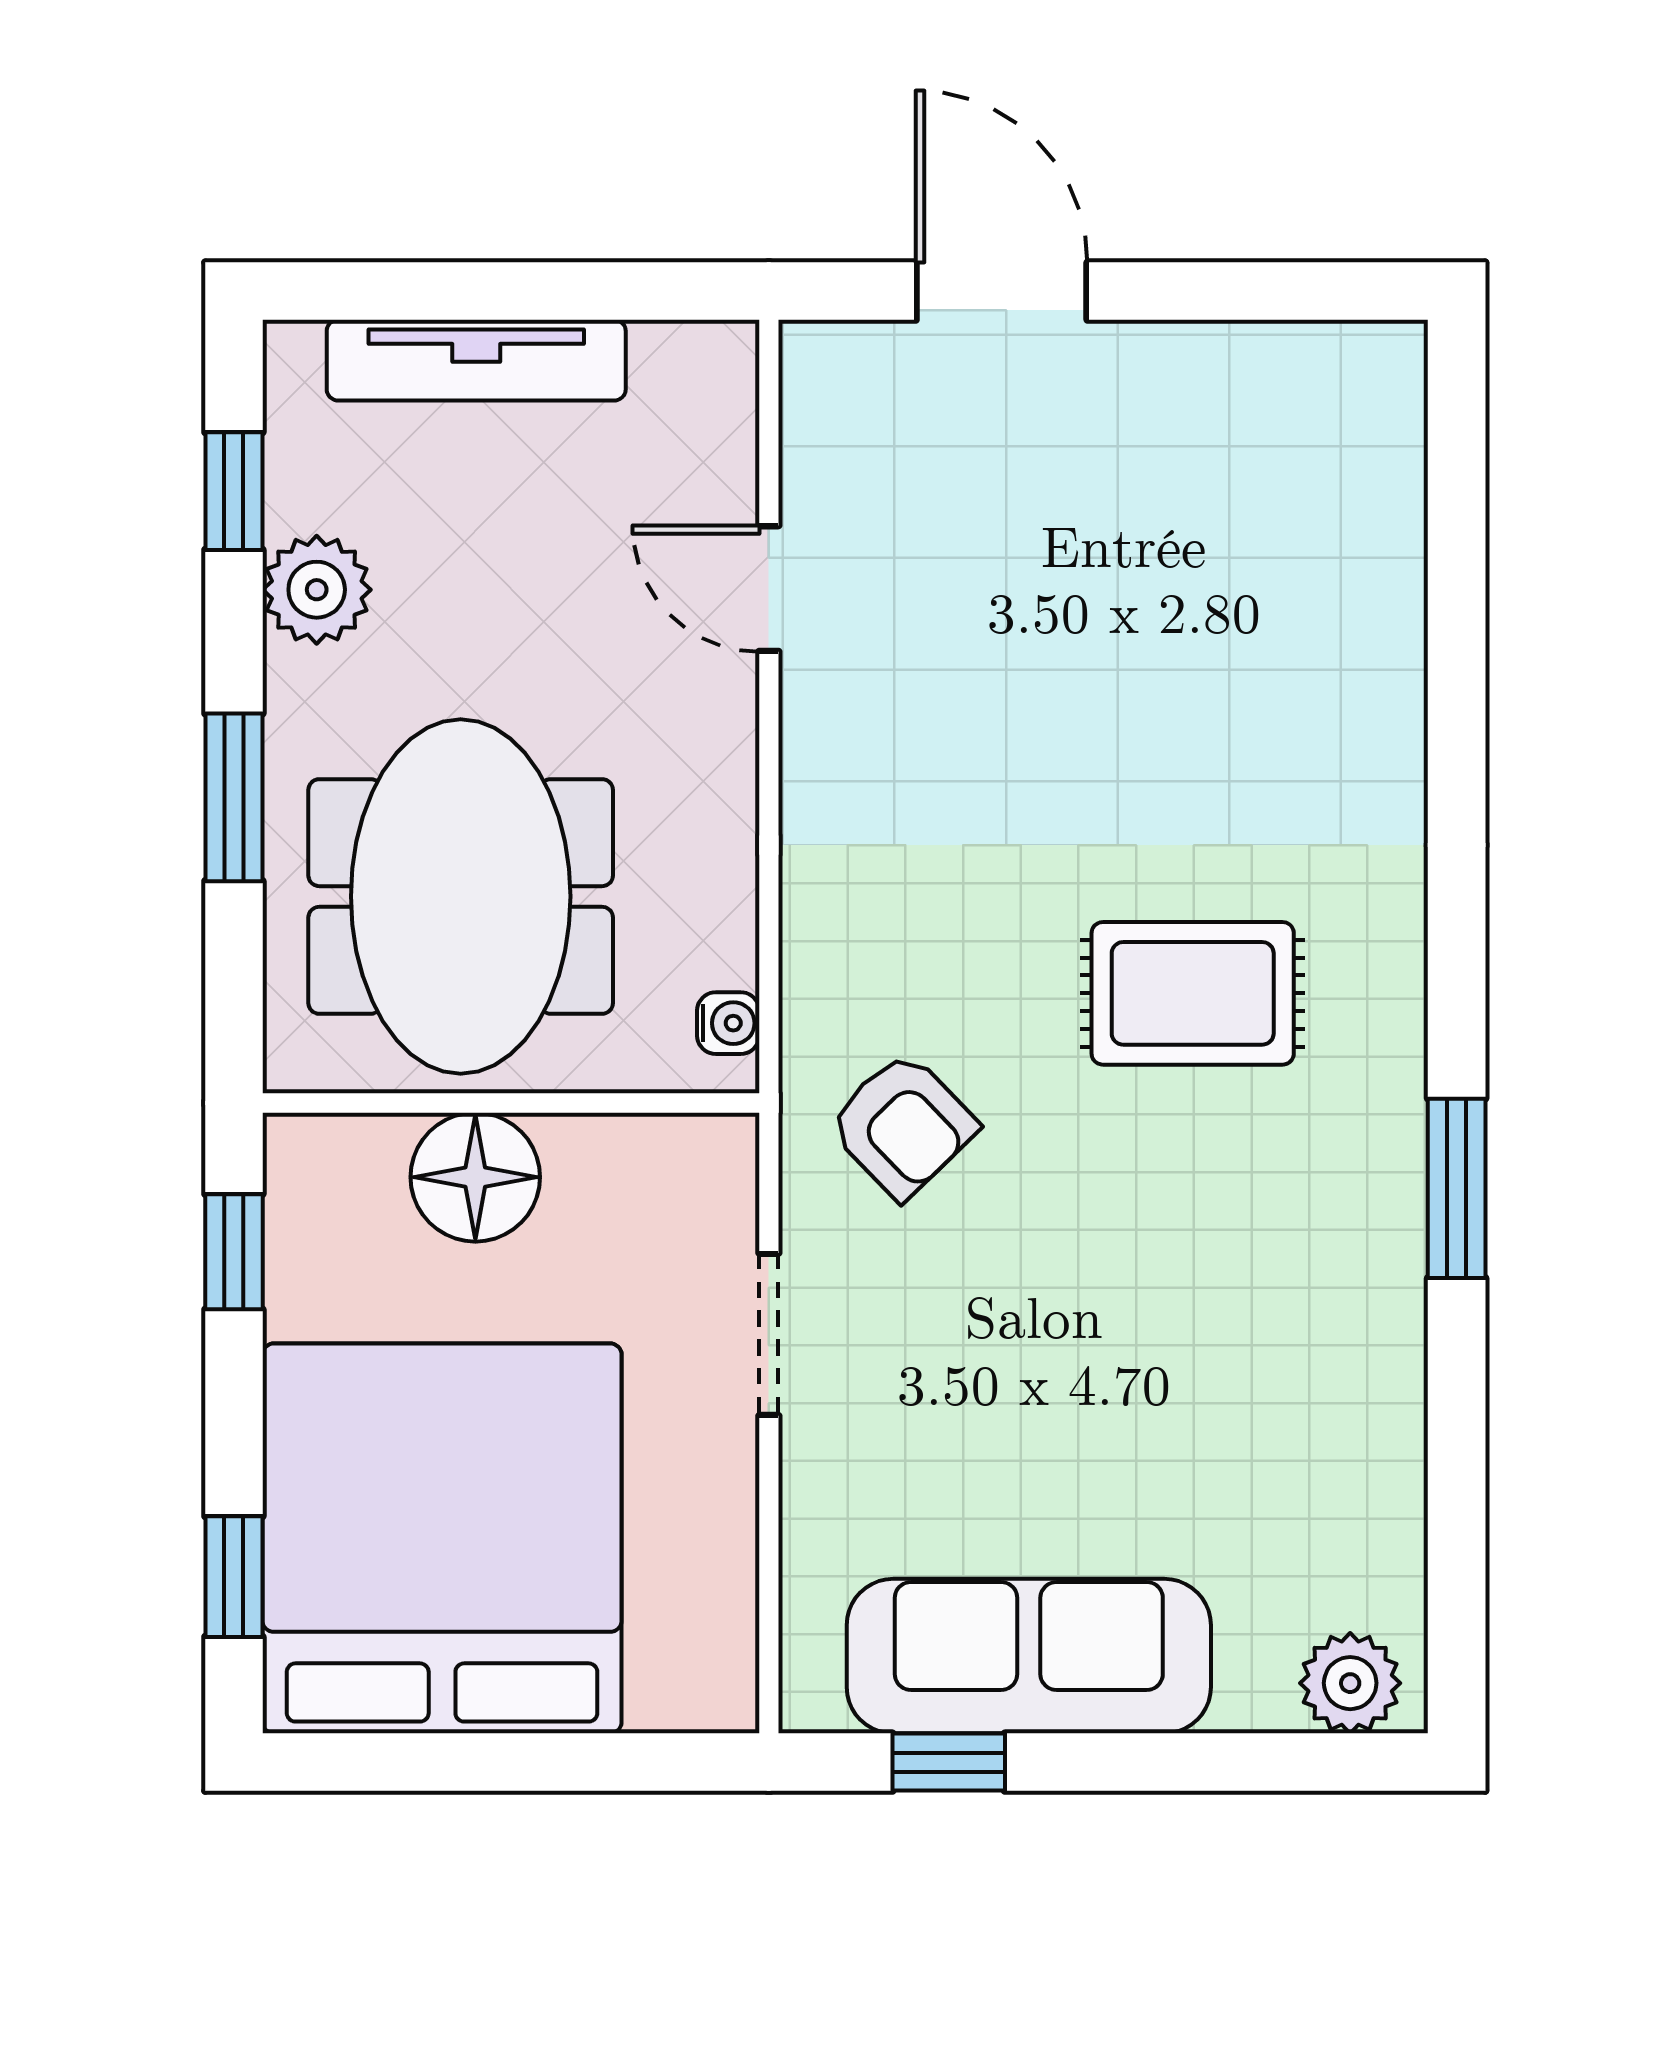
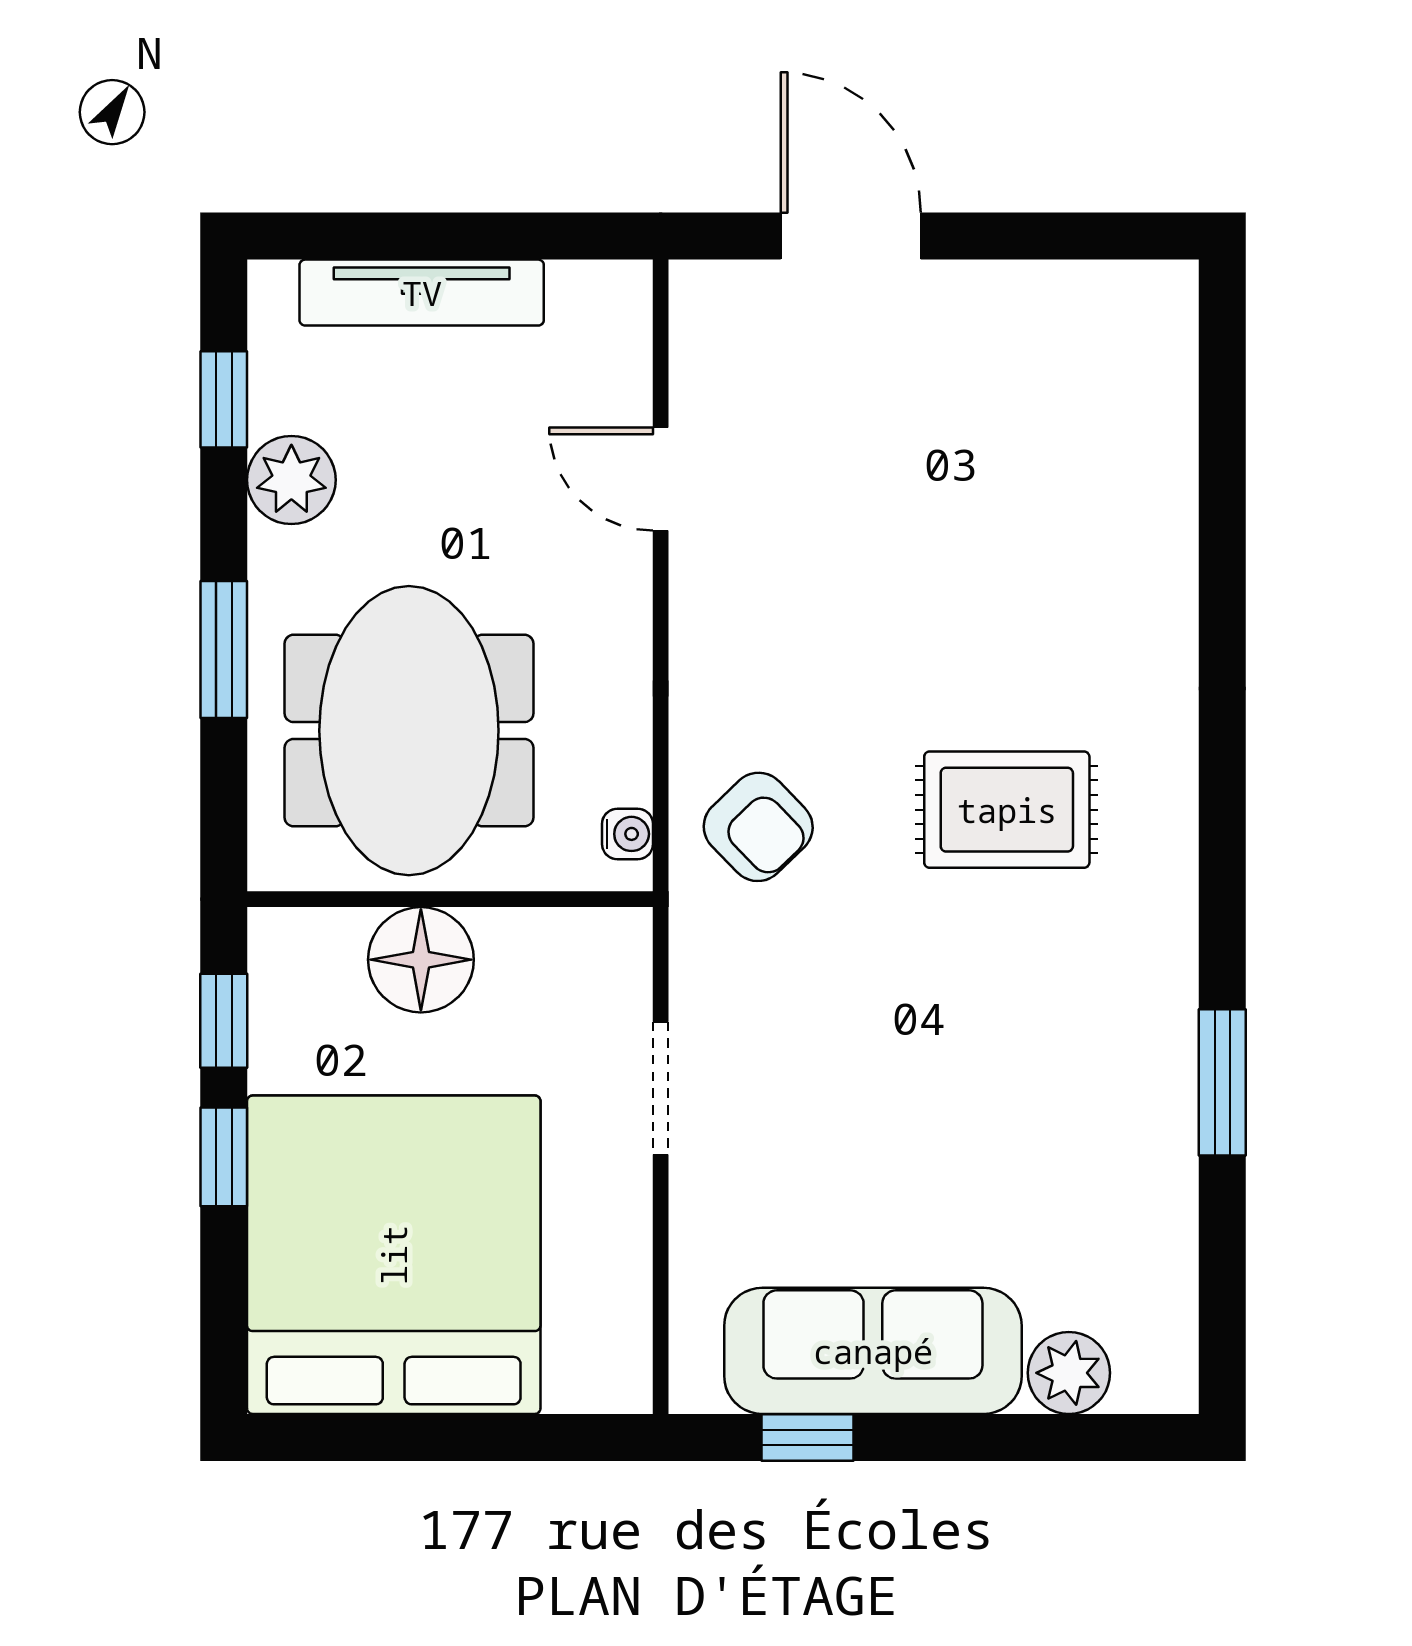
armchair: (902, 1125) -> (758, 827), moved
window: (1457, 1188) -> (1222, 1082), moved
window: (234, 1577) -> (224, 1157), moved
plant: (1350, 1683) -> (1069, 1373), moved

